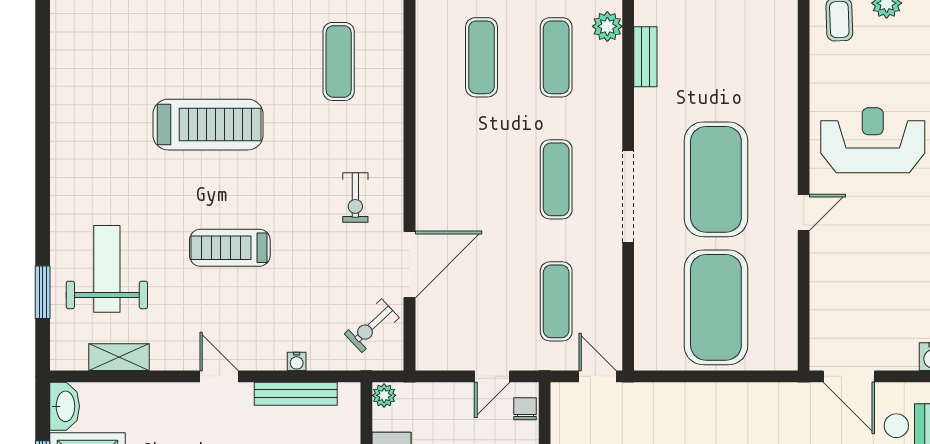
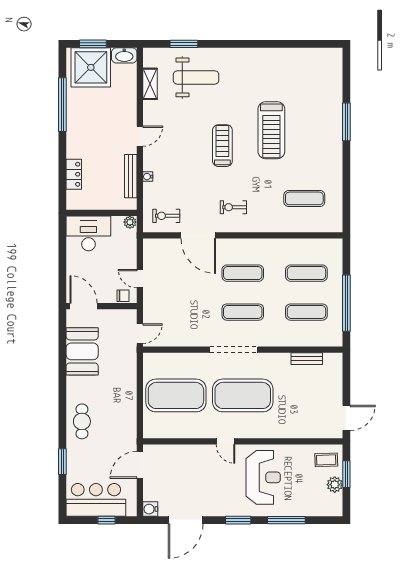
plant: (607, 26) -> (323, 339), removed
treadmill: (230, 248) -> (222, 146), moved
exercise mat: (556, 301) -> (243, 273), moved
exercise bike: (372, 326) -> (166, 216), turned -47

